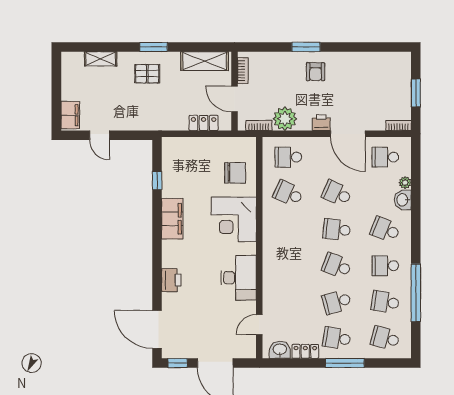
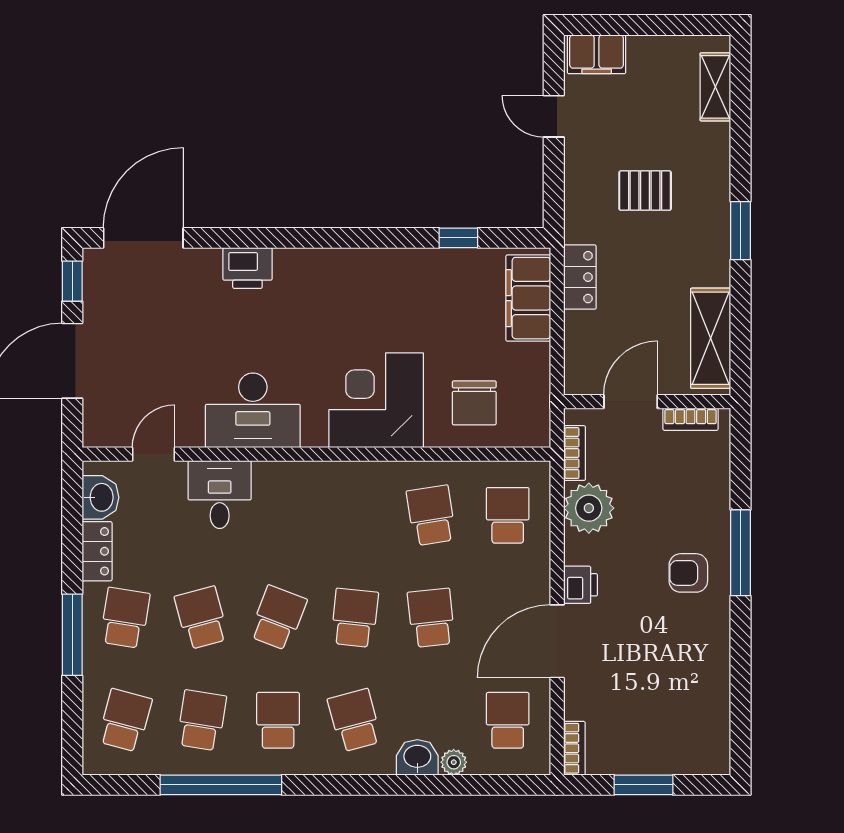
window: (306, 47) -> (741, 553), width x1.44
shelving: (101, 59) -> (715, 87), moved
pallet: (147, 74) -> (645, 191), moved, turned 90
locker: (204, 123) -> (580, 277), moved
door: (100, 135) -> (554, 116), hinge flipped
school desk: (288, 193) -> (431, 515), turned -33
school desk: (337, 193) -> (431, 618), turned -30
filing cabinet: (172, 219) -> (528, 298), moved, turned 90
school desk: (385, 230) -> (355, 720), turned -36
desk: (278, 293) -> (220, 495), added
door: (259, 325) -> (153, 454), hinge flipped

